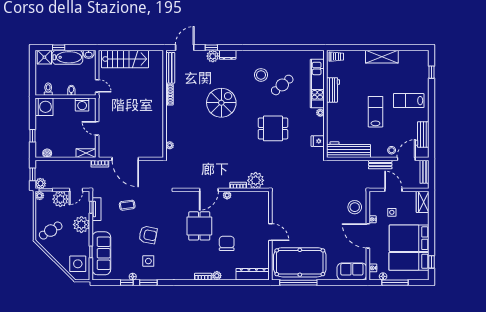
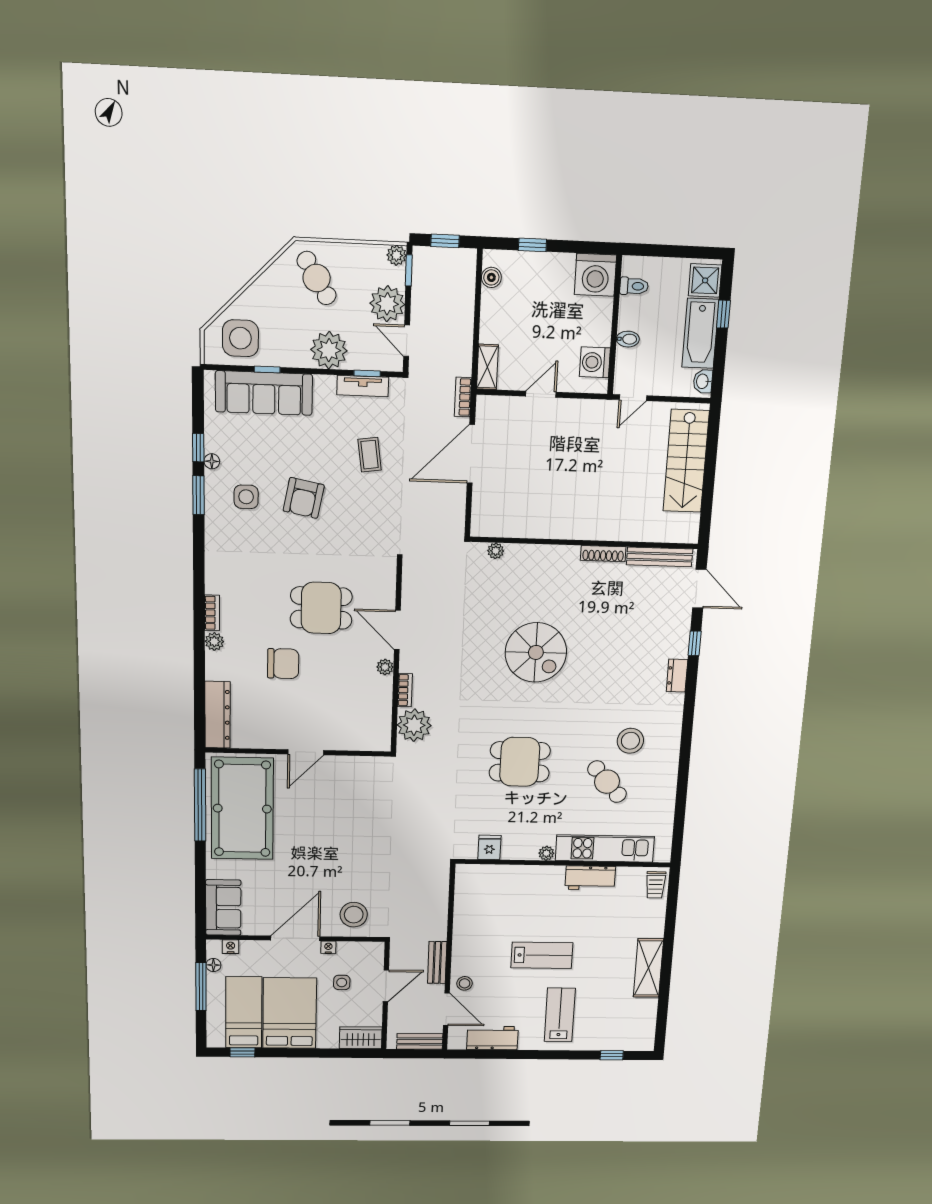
plant: (213, 56) -> (677, 645), removed
spiral stairs: (221, 103) -> (536, 652), moved
dining table: (273, 128) -> (520, 762), turned 90
workbench: (348, 150) -> (469, 905), removed
plant: (40, 183) -> (424, 259), removed

